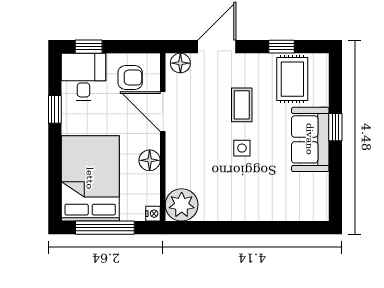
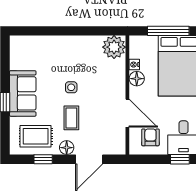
floor lamp: (180, 63) -> (67, 148), moved
armchair: (130, 77) -> (150, 137), turned 90
rug: (292, 79) -> (36, 136), turned 90
nightstand: (153, 214) -> (134, 65), moved

